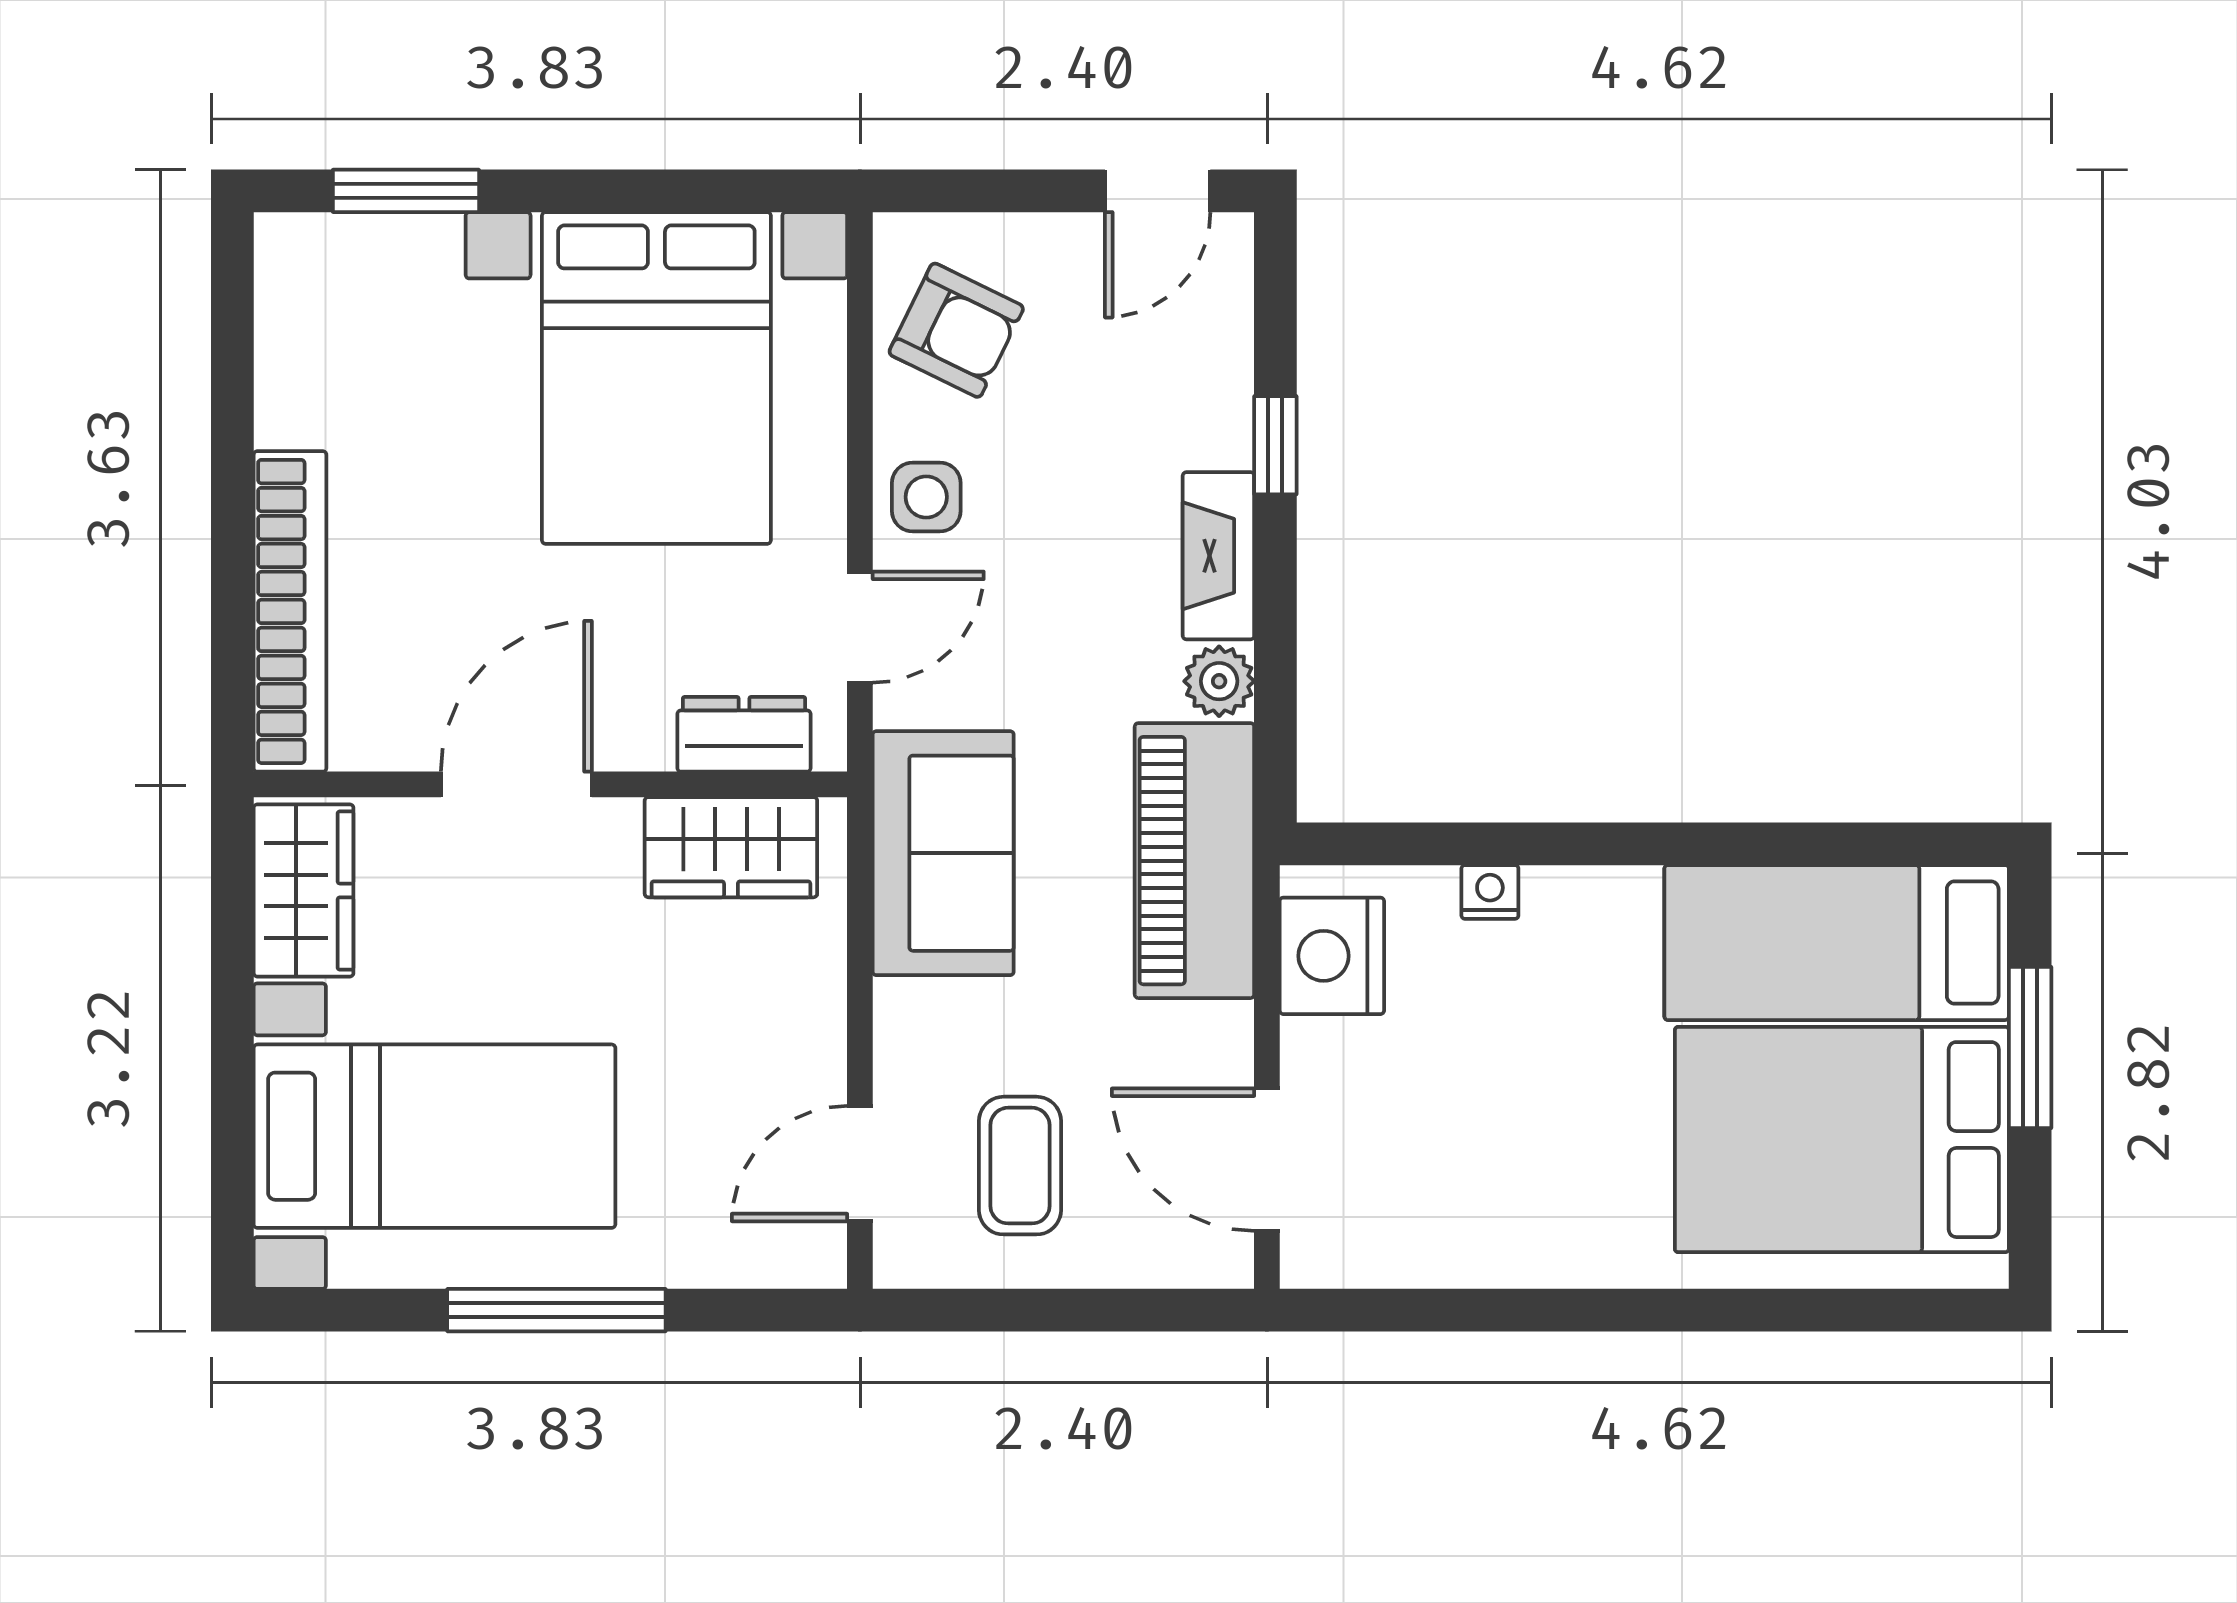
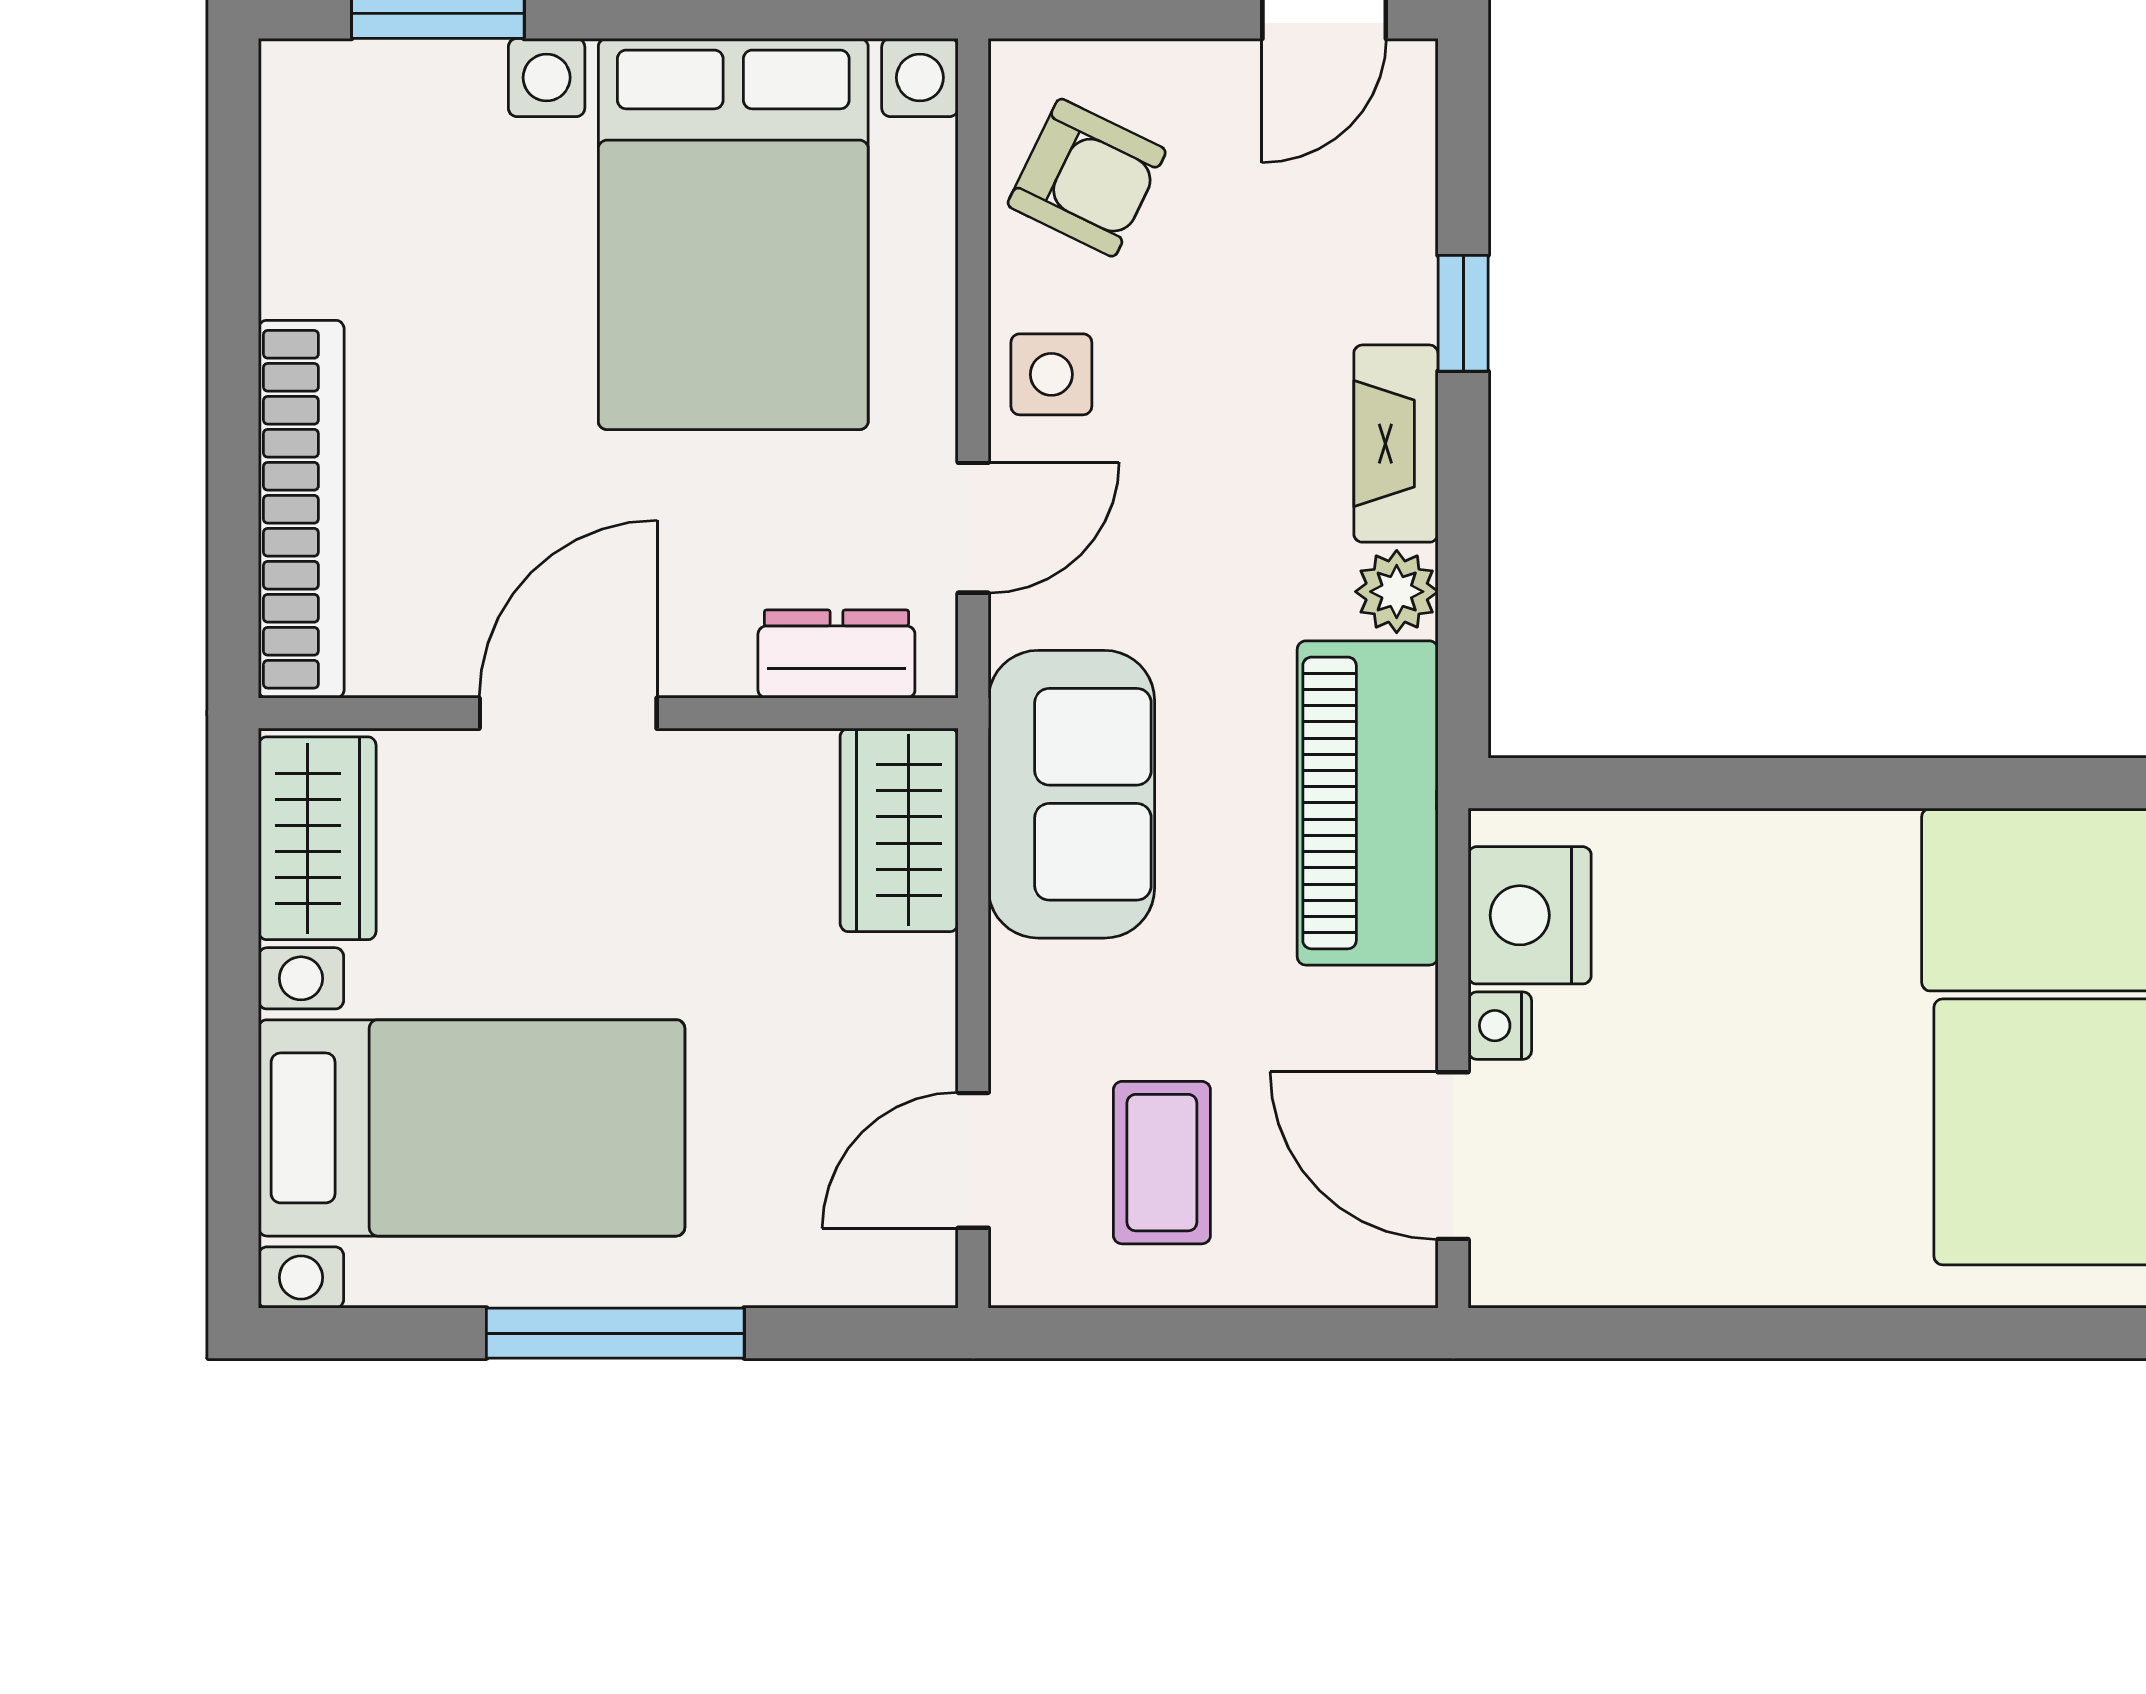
wardrobe: (731, 847) -> (899, 830), moved, turned 90
nightstand: (1490, 892) -> (1500, 1026), moved, turned -90

